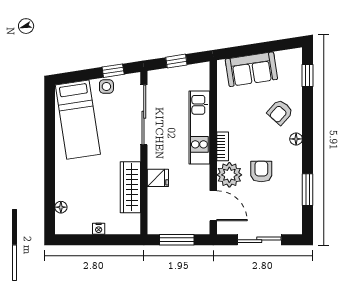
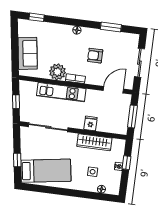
window: (113, 71) -> (17, 160), moved
side table: (106, 87) -> (93, 172), moved
armchair: (280, 112) -> (58, 38), removed
plant: (229, 175) -> (57, 72), moved
window: (106, 240) -> (126, 163), added

